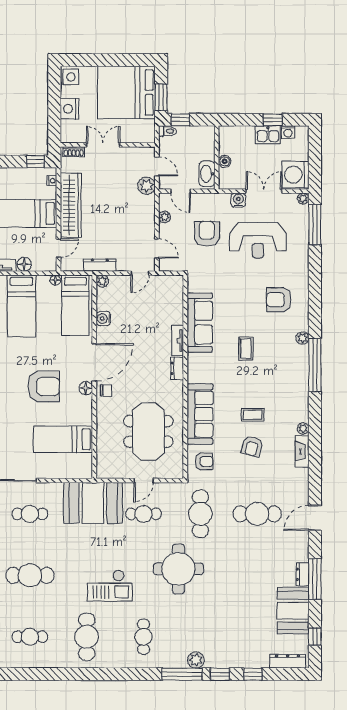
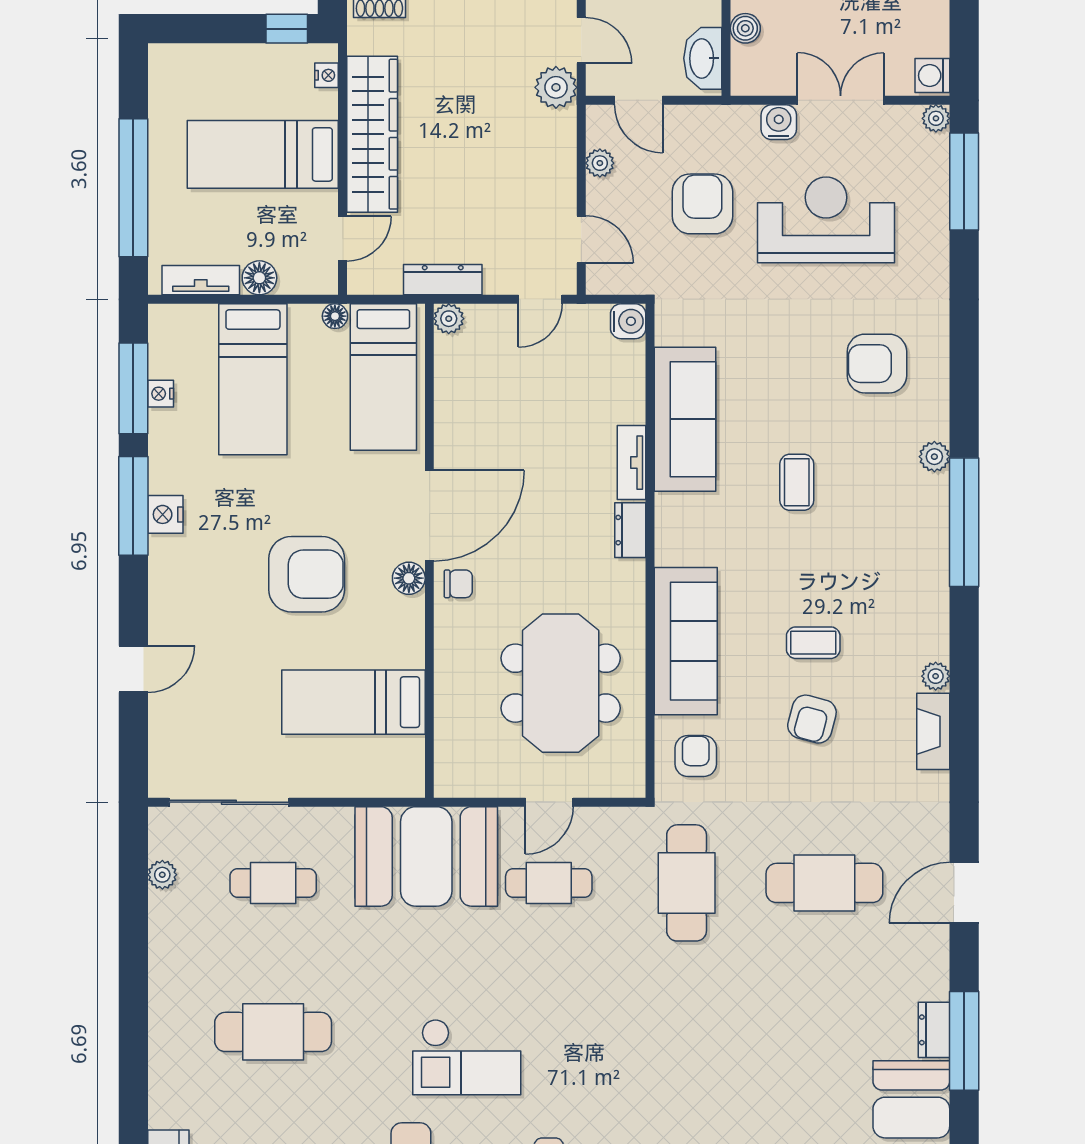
washing machine: (295, 175) -> (932, 76), width x0.53, depth x0.53
reception desk: (258, 240) -> (826, 220), turned 180
water cooler: (103, 319) -> (628, 321), moved, turned 180
armchair: (204, 461) -> (696, 756), turned -90
round table: (178, 569) -> (633, 1017), removed

